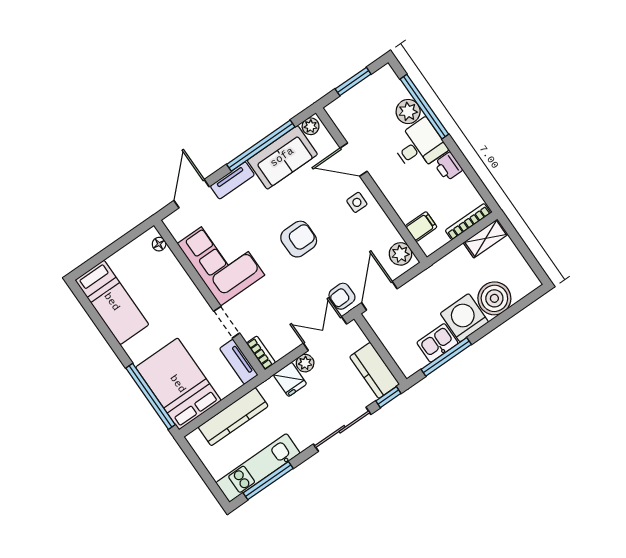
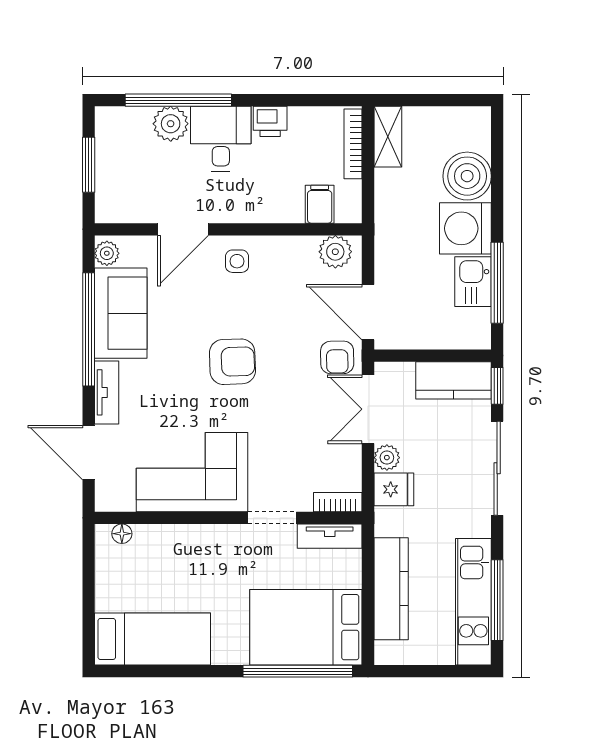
armchair: (299, 239) -> (232, 362), turned 88

